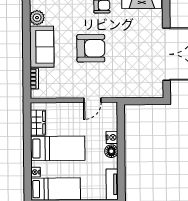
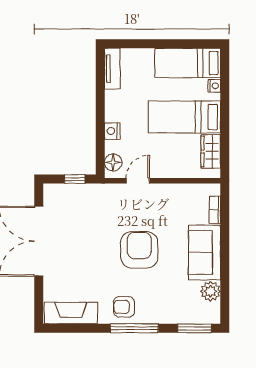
armchair: (91, 48) -> (139, 250), turned 90
window: (140, 101) -> (75, 179), added
floor lamp: (111, 151) -> (113, 162), moved

